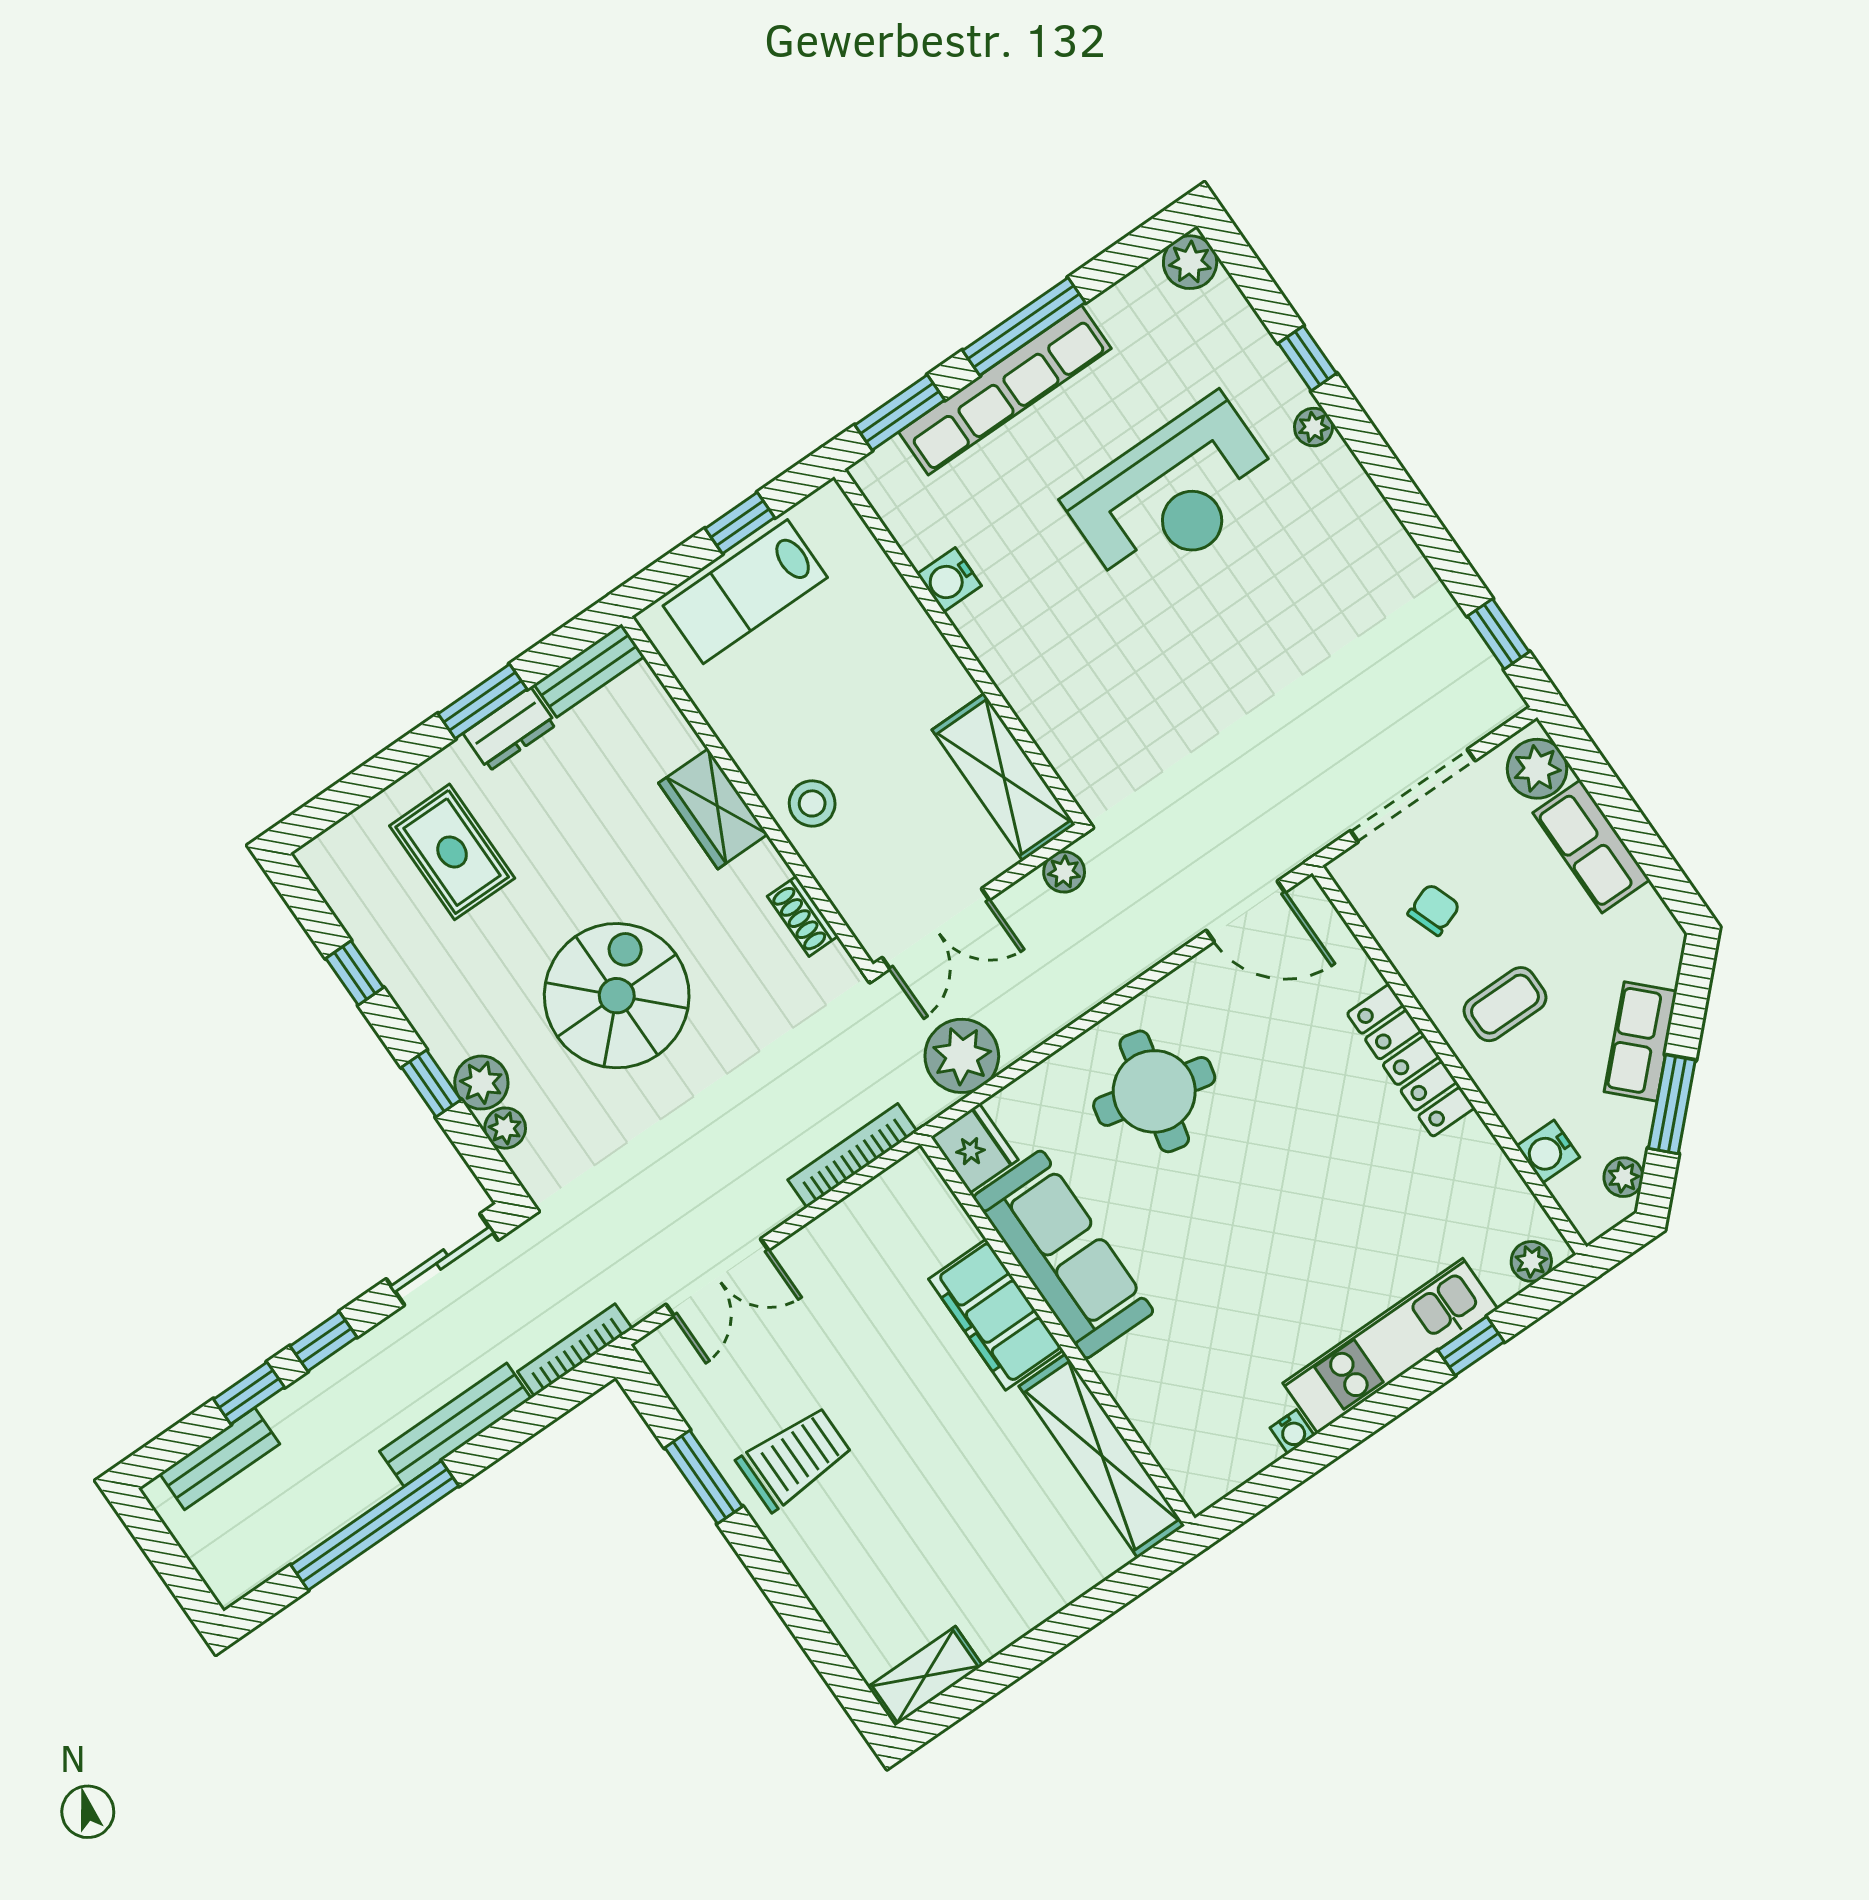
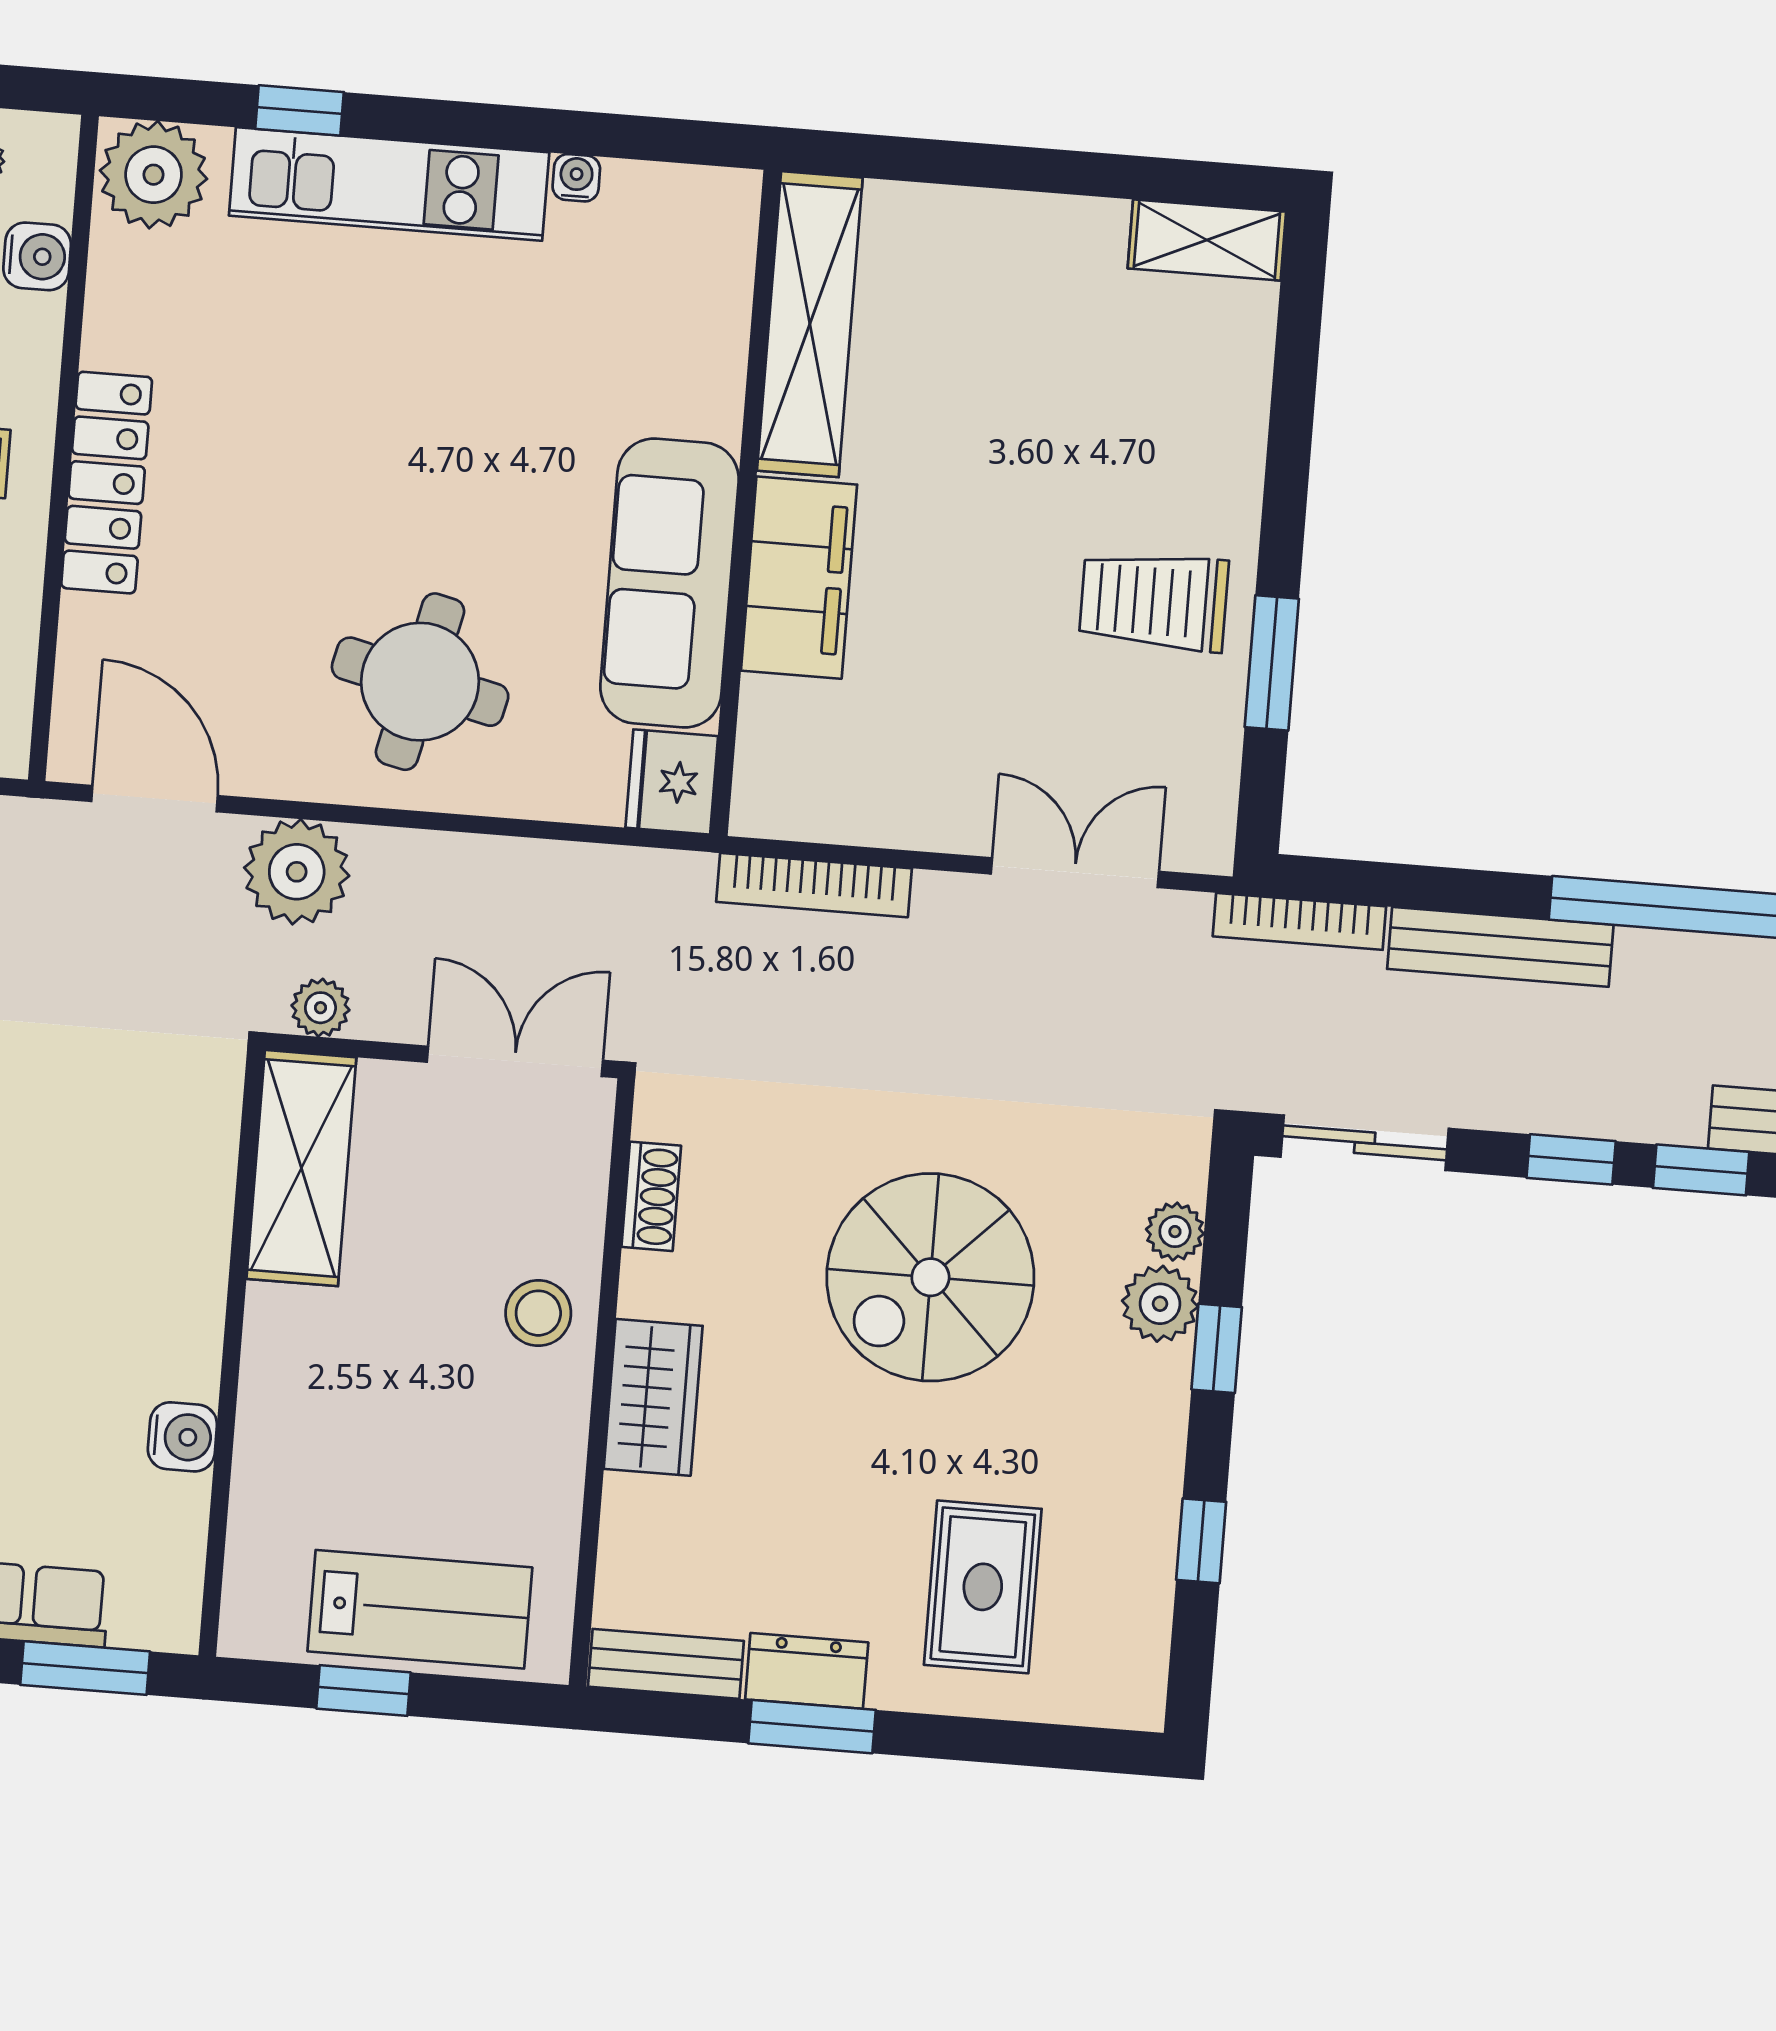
plant: (962, 1056) -> (297, 872), moved
plant: (1531, 1261) -> (154, 175), width x1.88, depth x1.88

